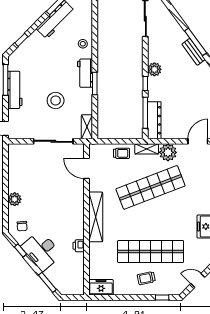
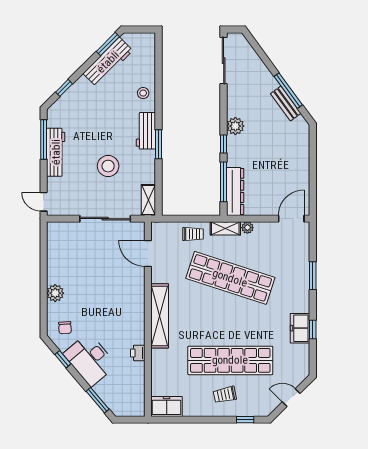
plant: (168, 152) -> (247, 228), width x0.53, depth x0.53
shop shelf: (151, 187) -> (230, 278), turned 39

